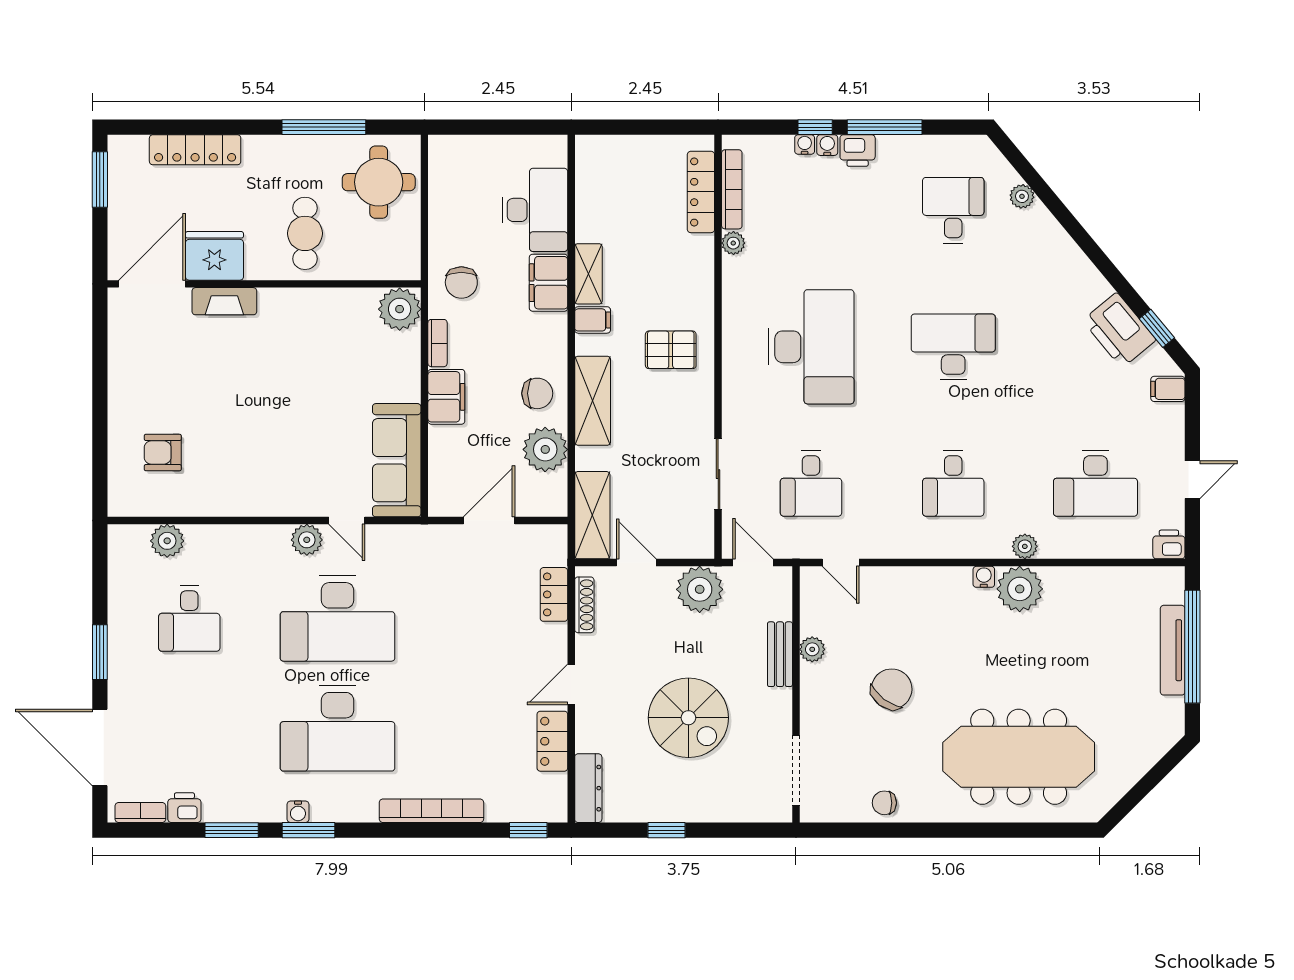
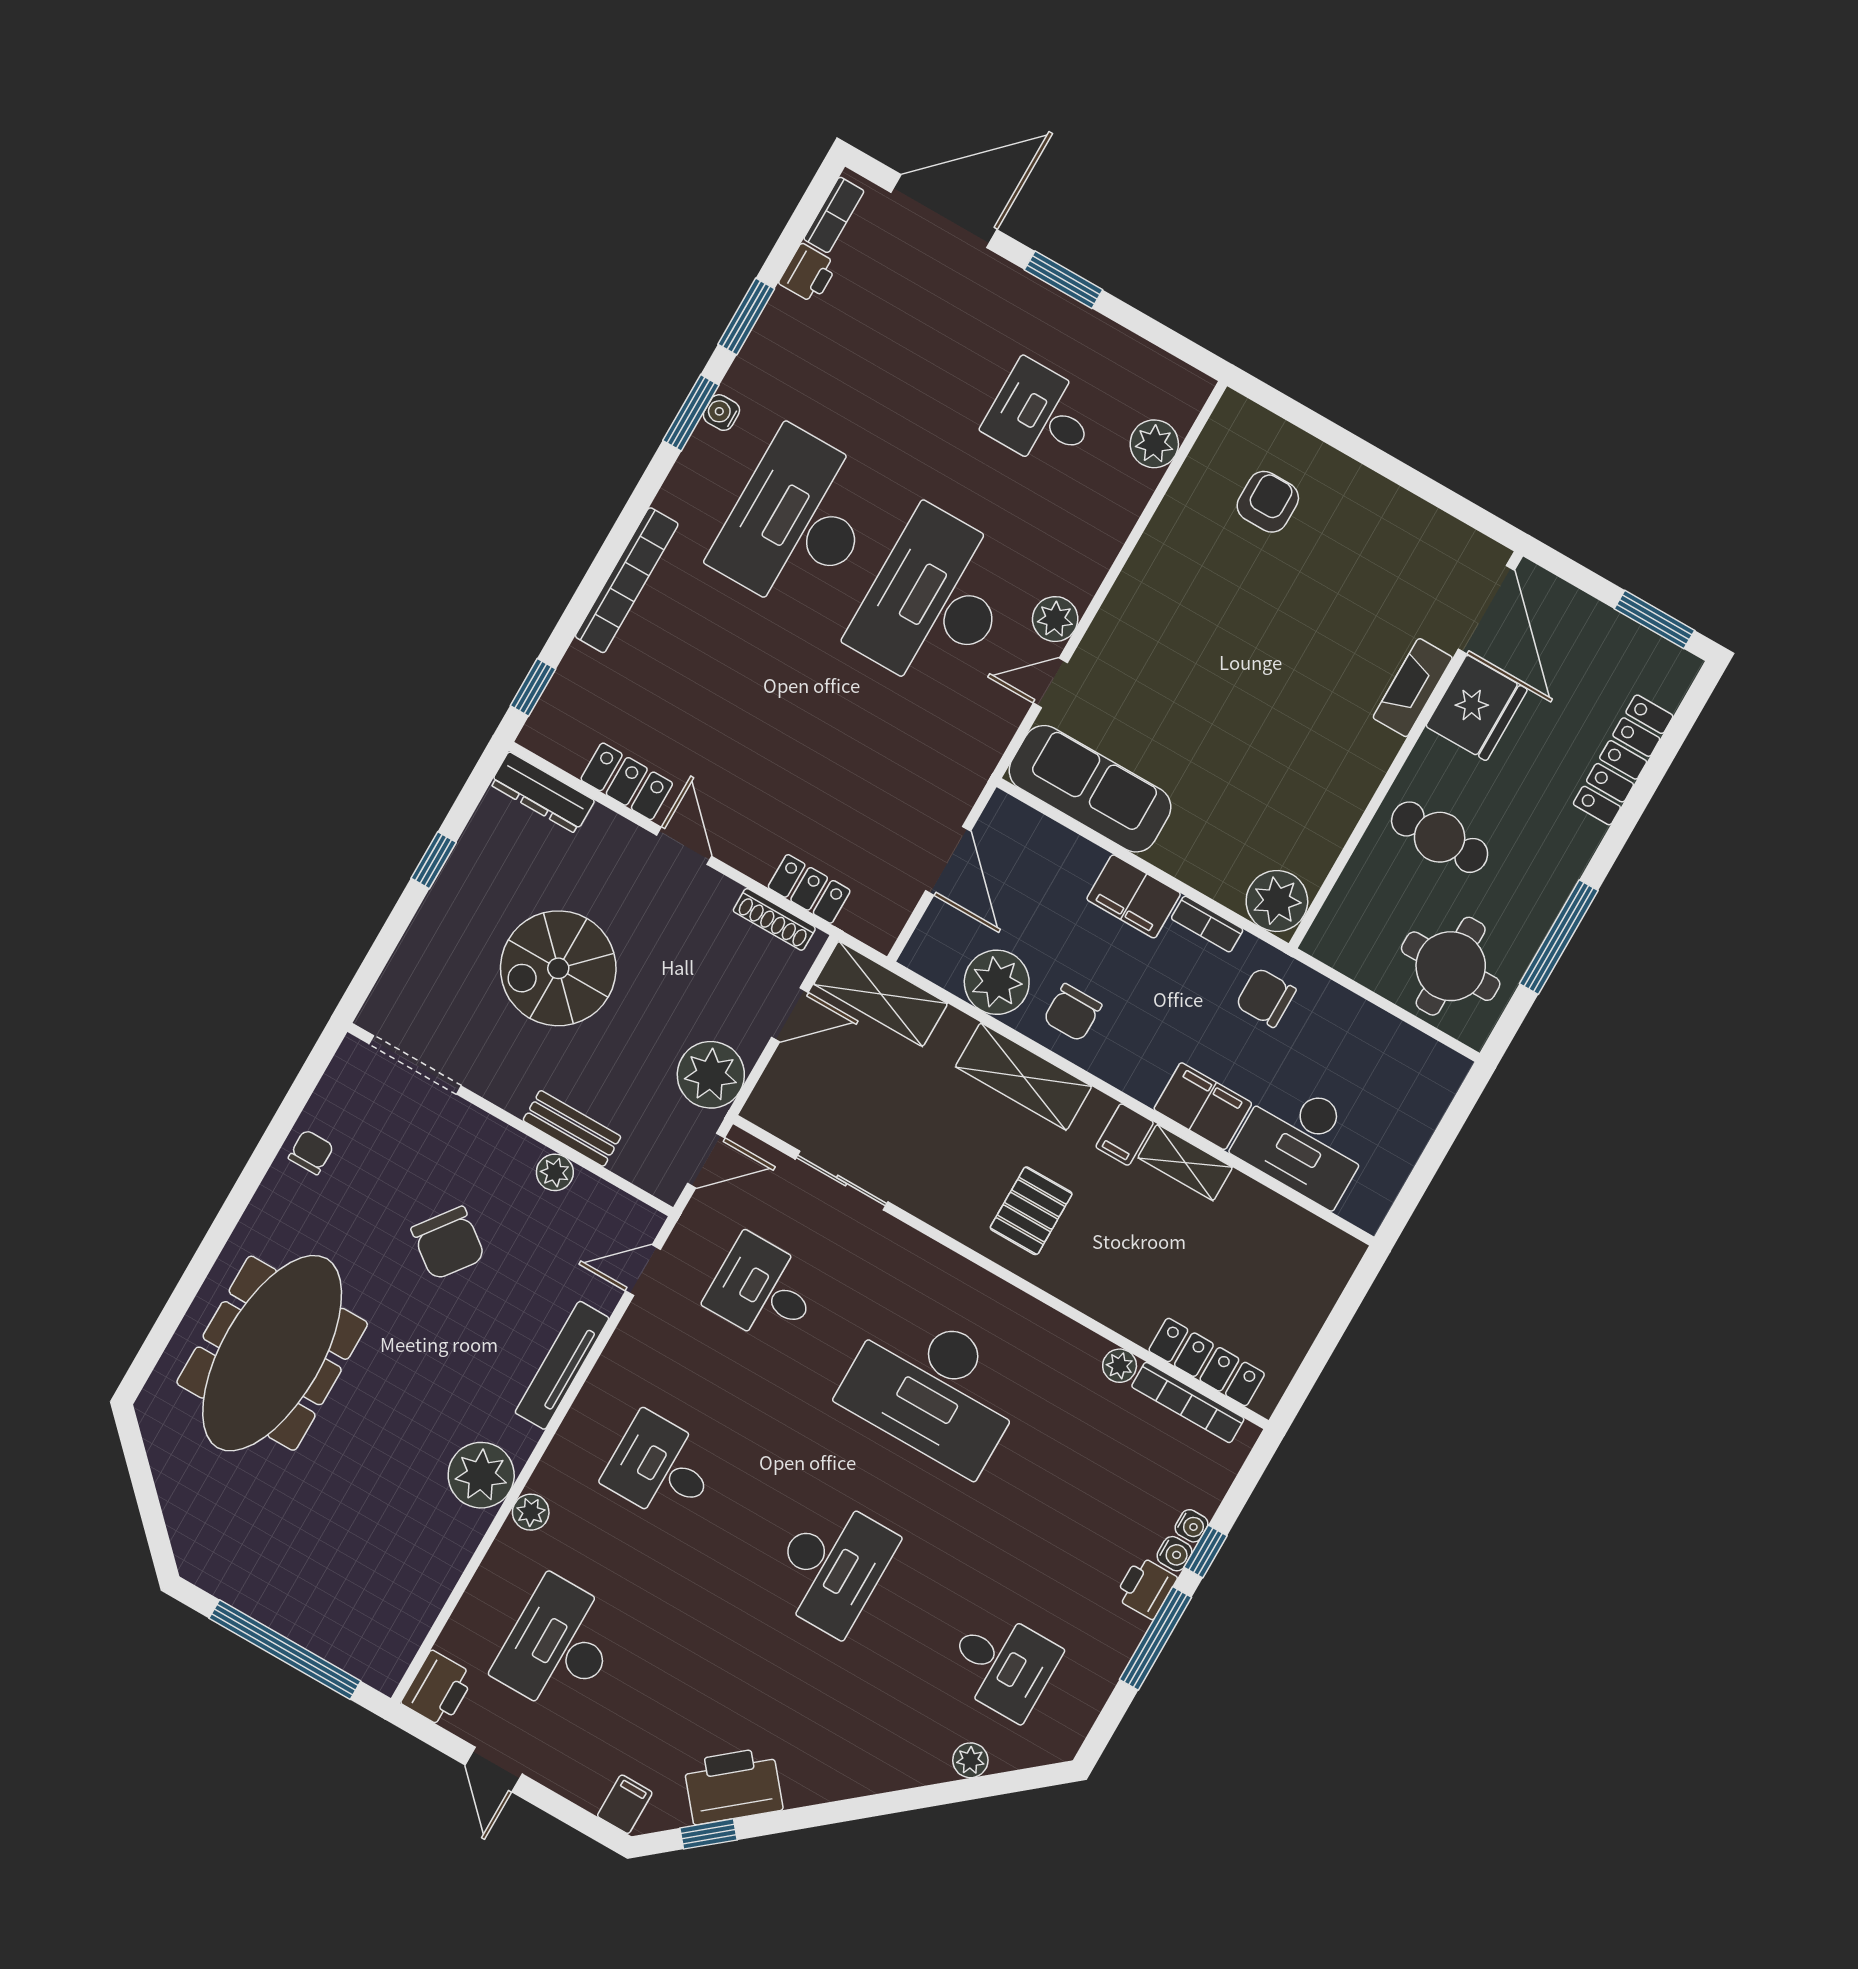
printer: (1169, 544) -> (438, 1689), width x1.36, depth x1.24
water cooler: (984, 577) -> (522, 1439), removed
tv unit: (1173, 650) -> (562, 1365), moved, turned -90

